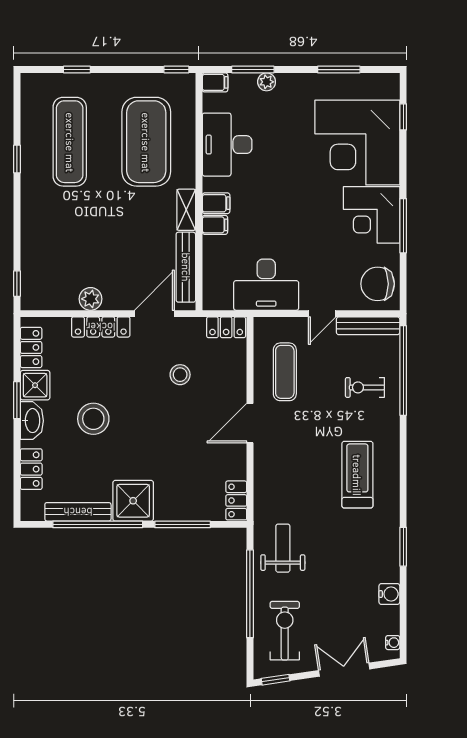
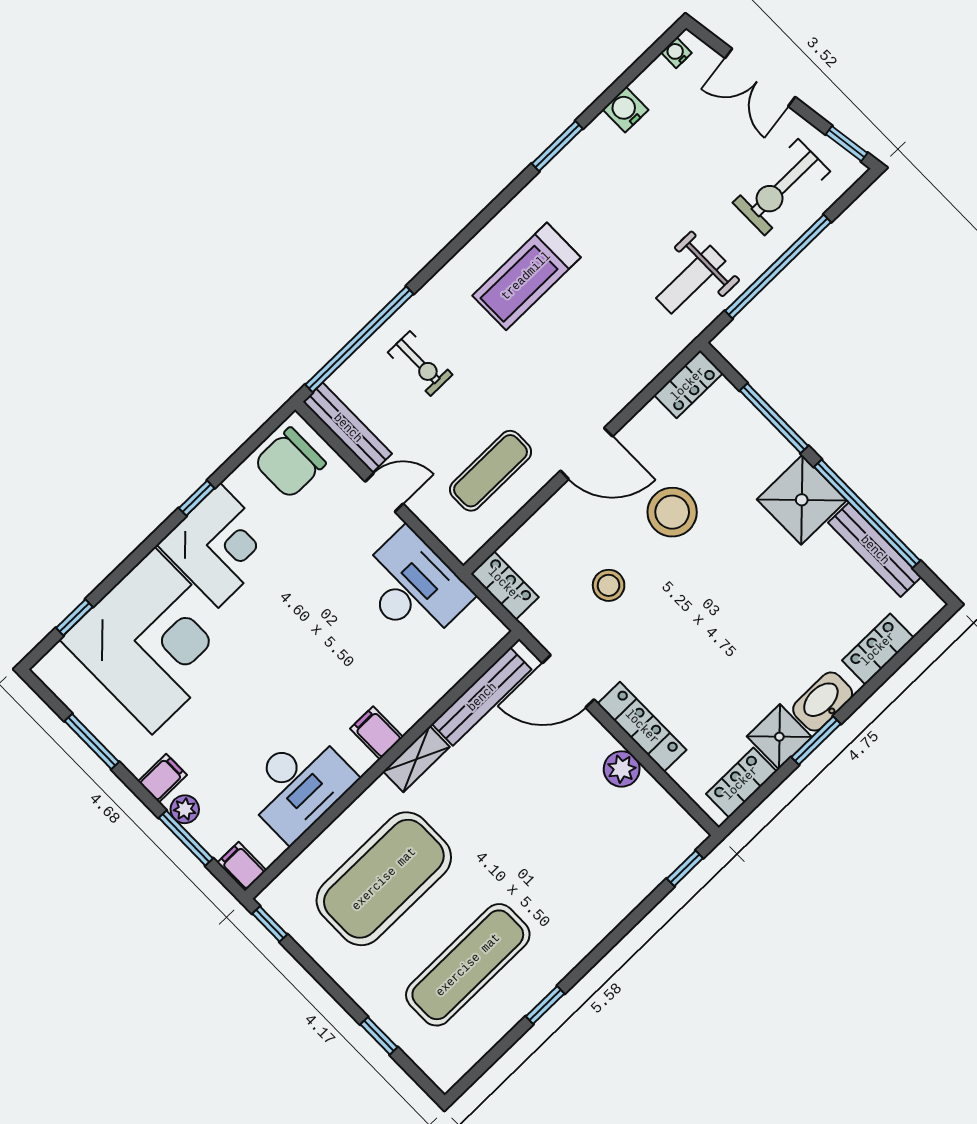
filing cabinet: (215, 225) -> (162, 778), moved, turned 90
window: (403, 226) -> (197, 498), width x0.46
chair: (378, 284) -> (290, 463), turned 90
stool: (93, 419) -> (672, 512), moved

